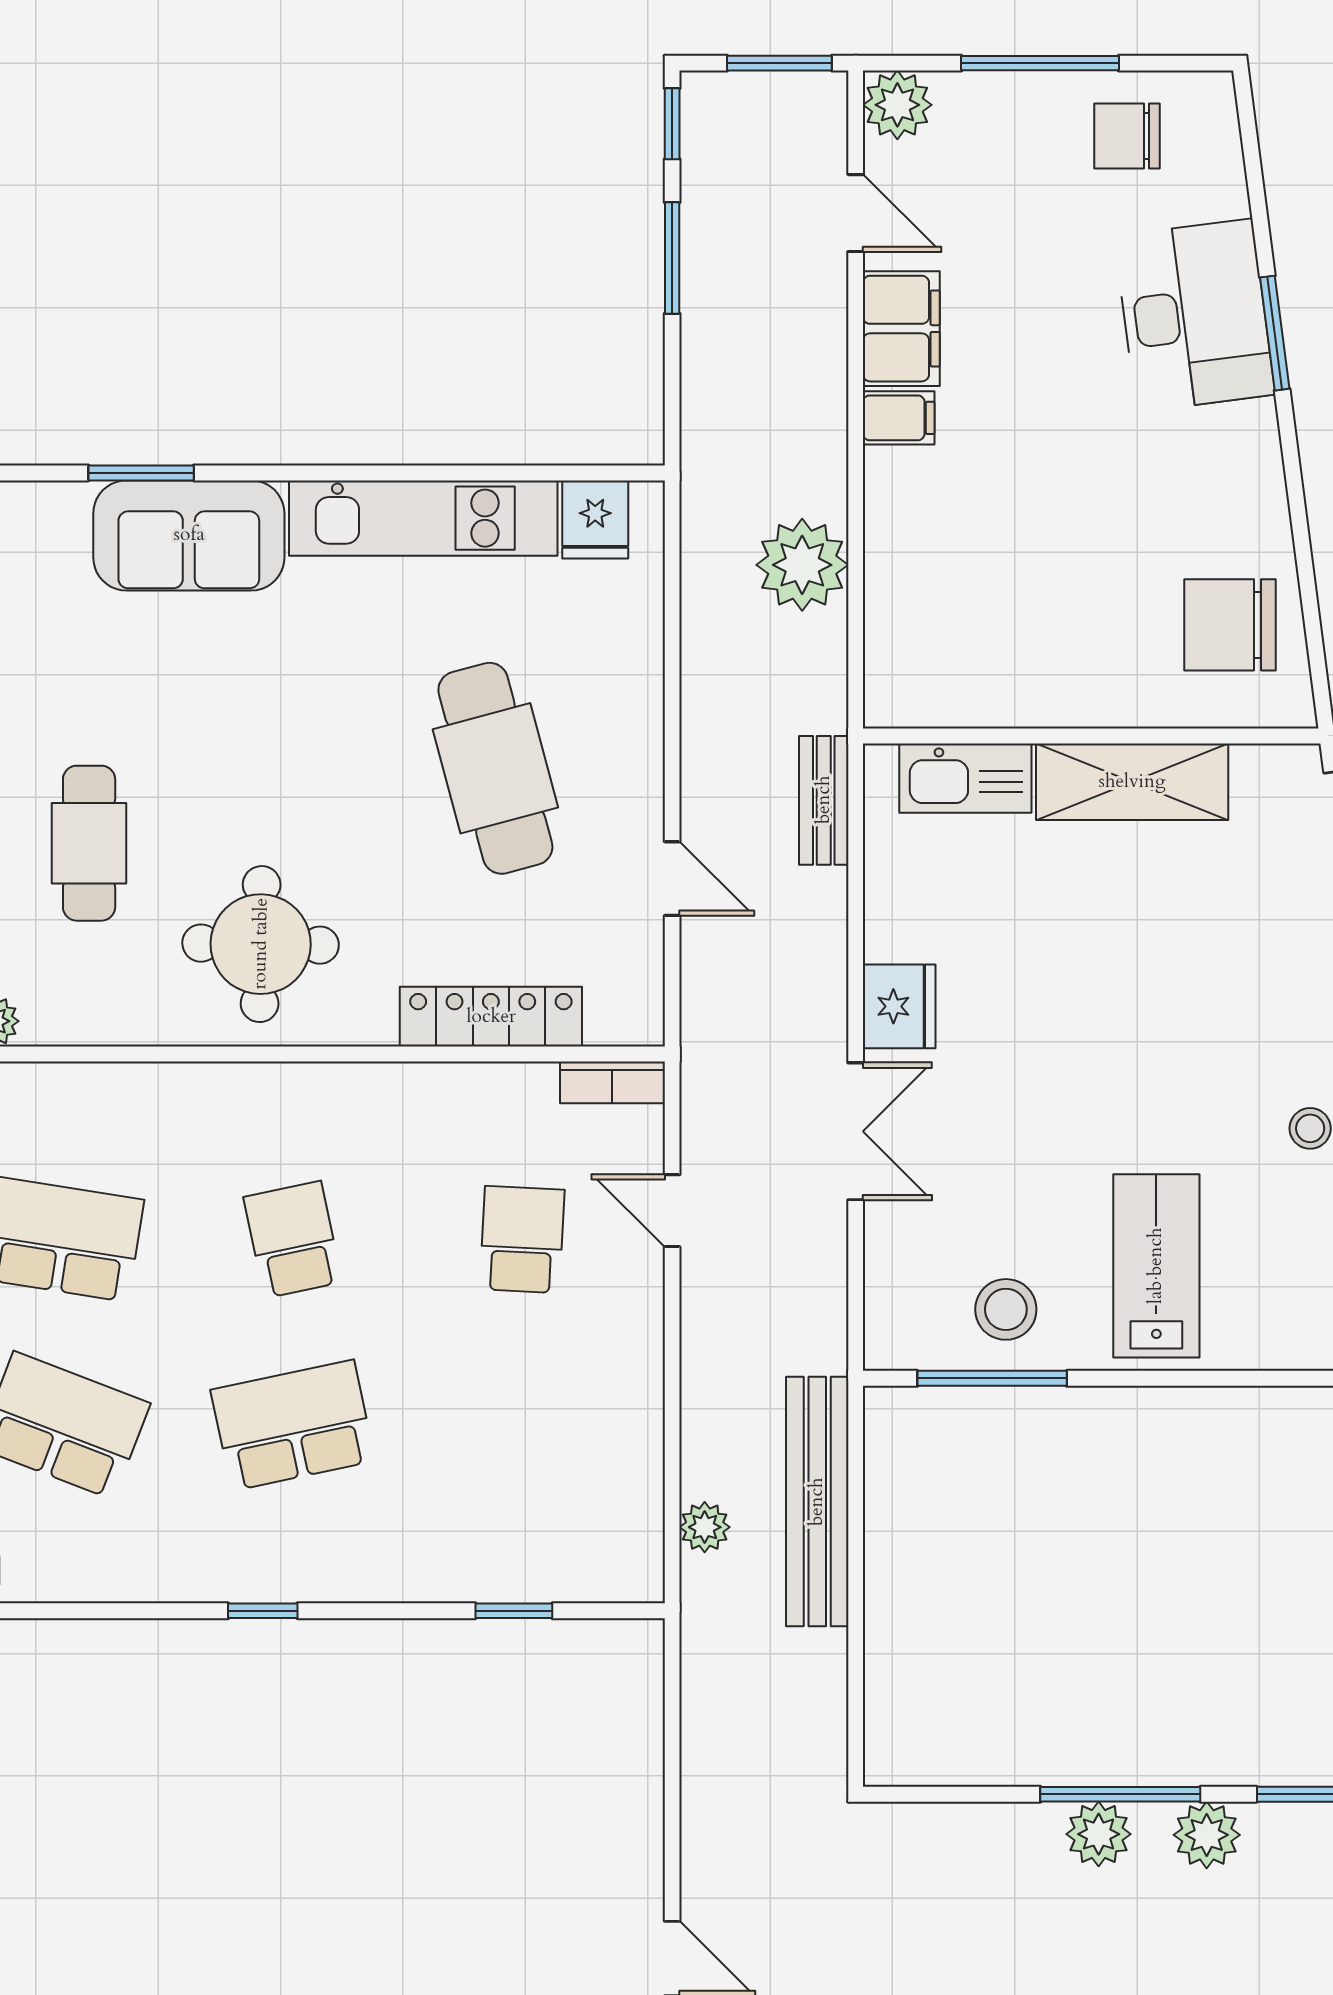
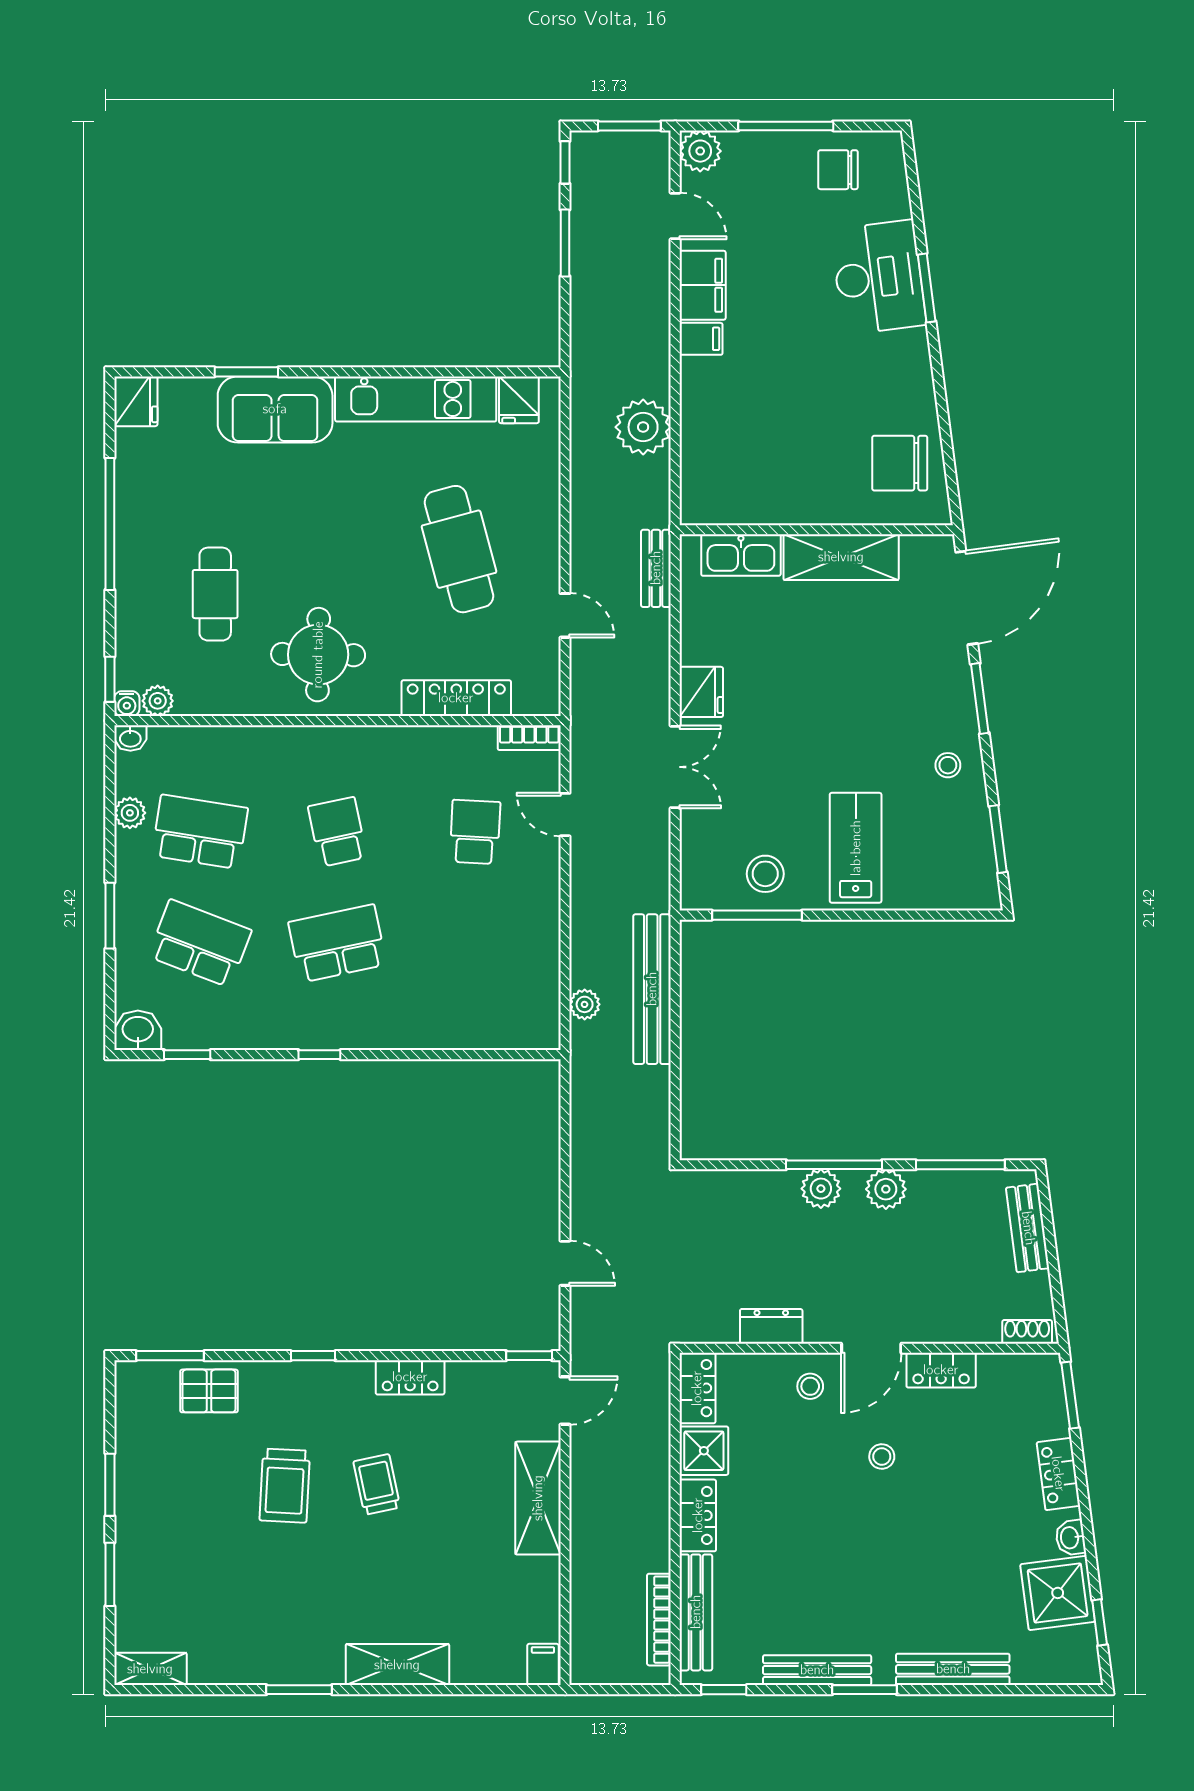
window: (514, 1611) -> (187, 1055), moved

